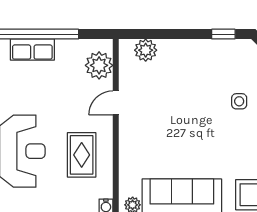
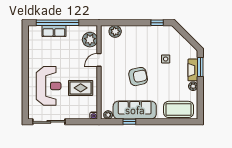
armchair: (188, 134) -> (138, 77), added
rug: (82, 155) -> (81, 88), turned 90

